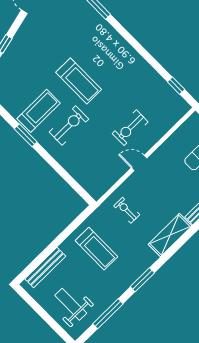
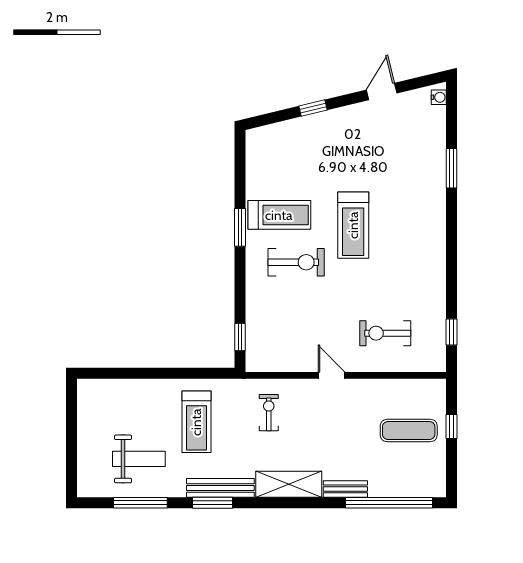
exercise bike: (130, 128) -> (385, 333), moved
window: (77, 188) -> (240, 337), added
bench: (45, 267) -> (220, 488), moved
weight bench: (71, 304) -> (139, 459), moved, turned 90

